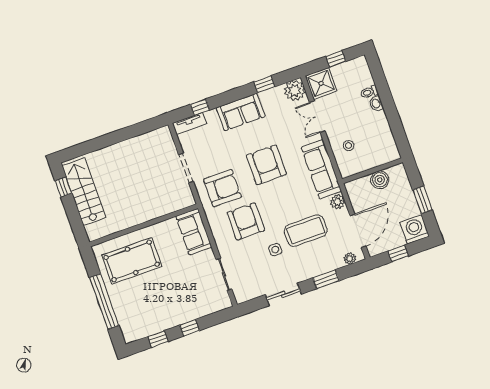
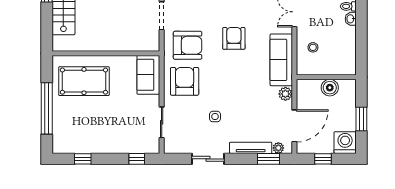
armchair: (266, 165) -> (234, 38), width x0.73, depth x0.73
armchair: (246, 221) -> (185, 81), moved
coffee table: (306, 231) -> (248, 109), removed
tv unit: (322, 268) -> (251, 148), added
window: (326, 279) -> (269, 159), moved
window: (190, 328) -> (137, 159), moved

